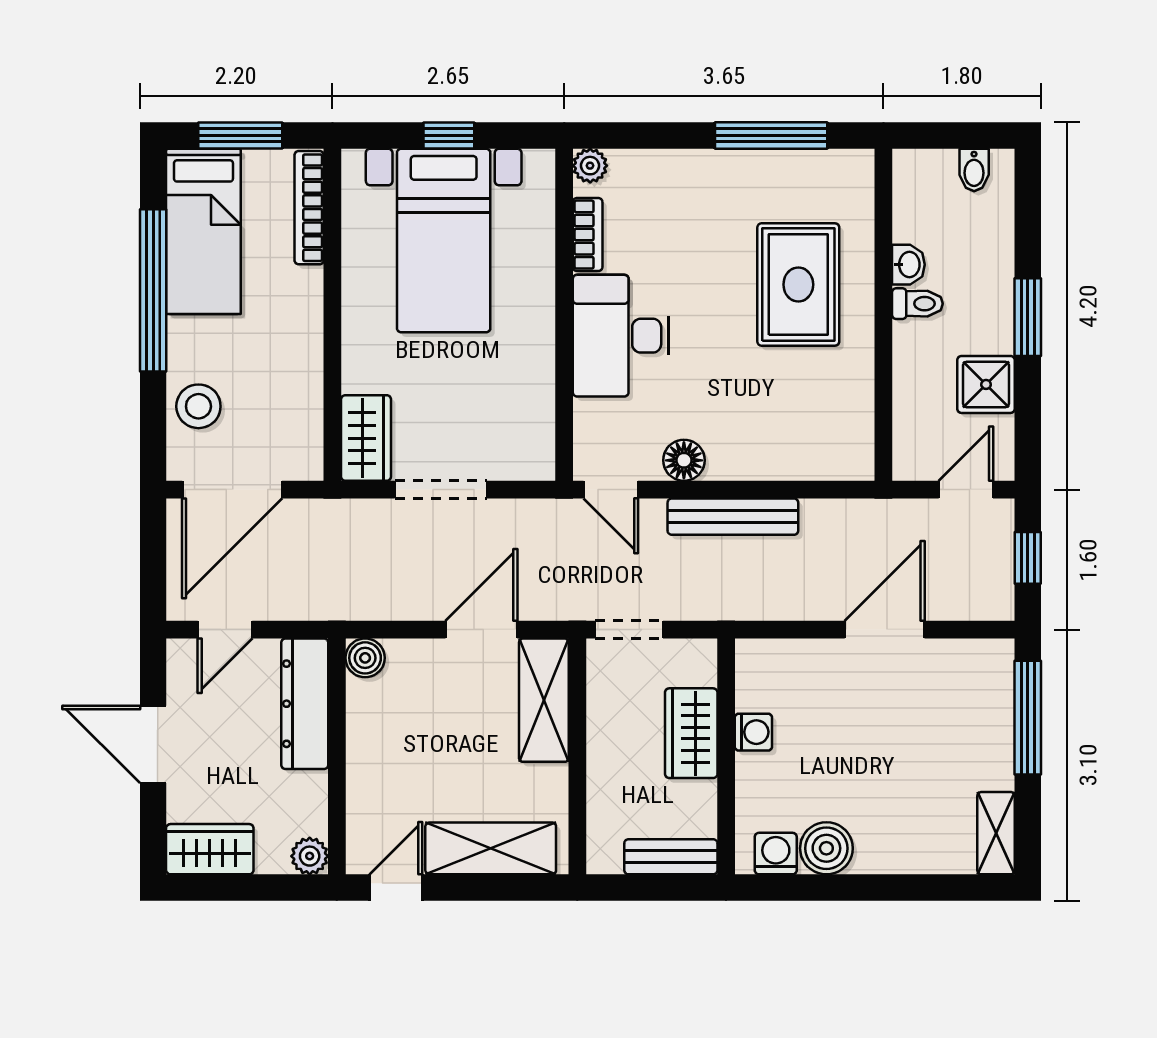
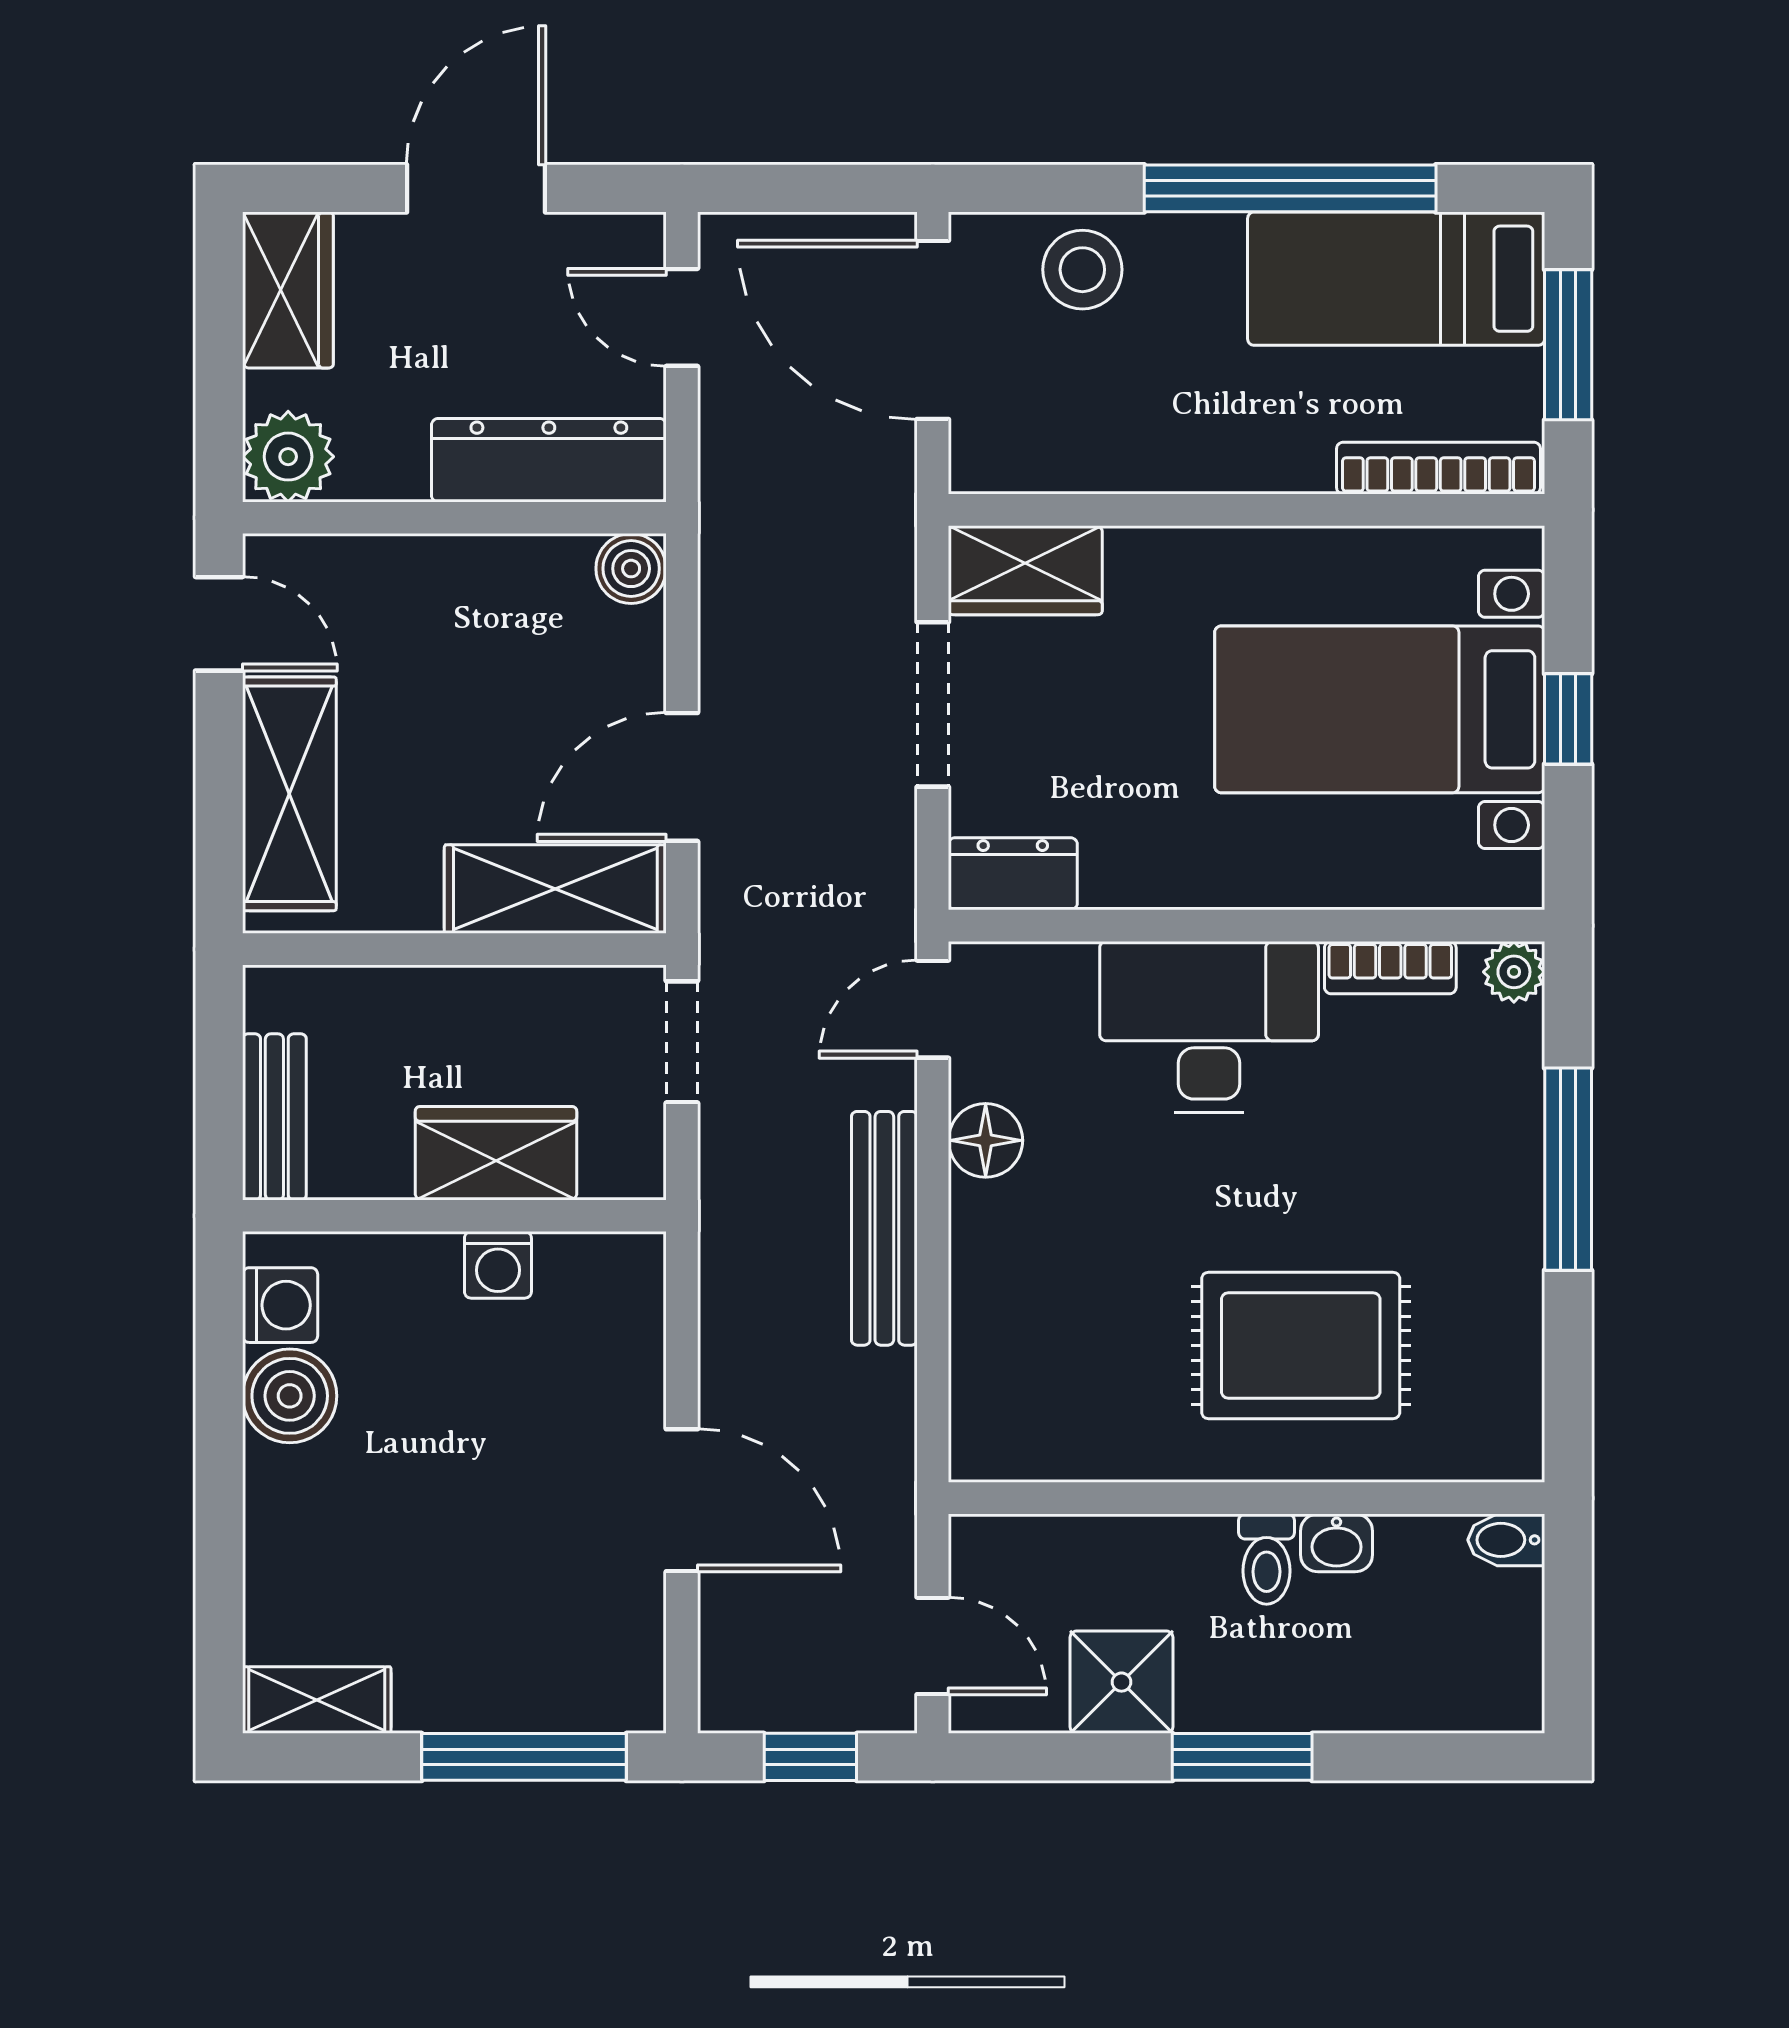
window: (771, 135) -> (1568, 1169), moved
bidet: (974, 170) -> (1506, 1540), moved
dresser: (535, 445) -> (1013, 874), added
door: (481, 630) -> (682, 777), swing flipped
plant: (310, 856) -> (288, 457), width x1.38, depth x1.38

